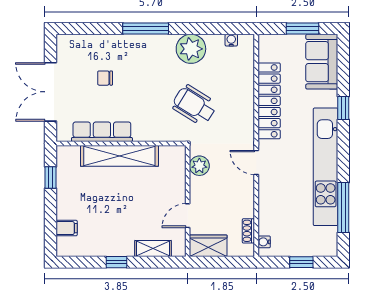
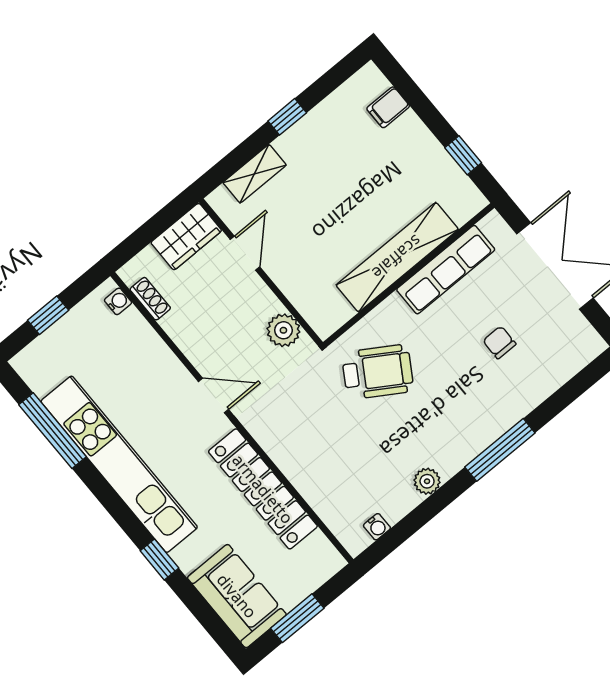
plant: (191, 49) -> (427, 481), width x0.53, depth x0.53
chair: (105, 78) -> (499, 342), turned -90
wheelchair: (194, 105) -> (378, 372), moved

